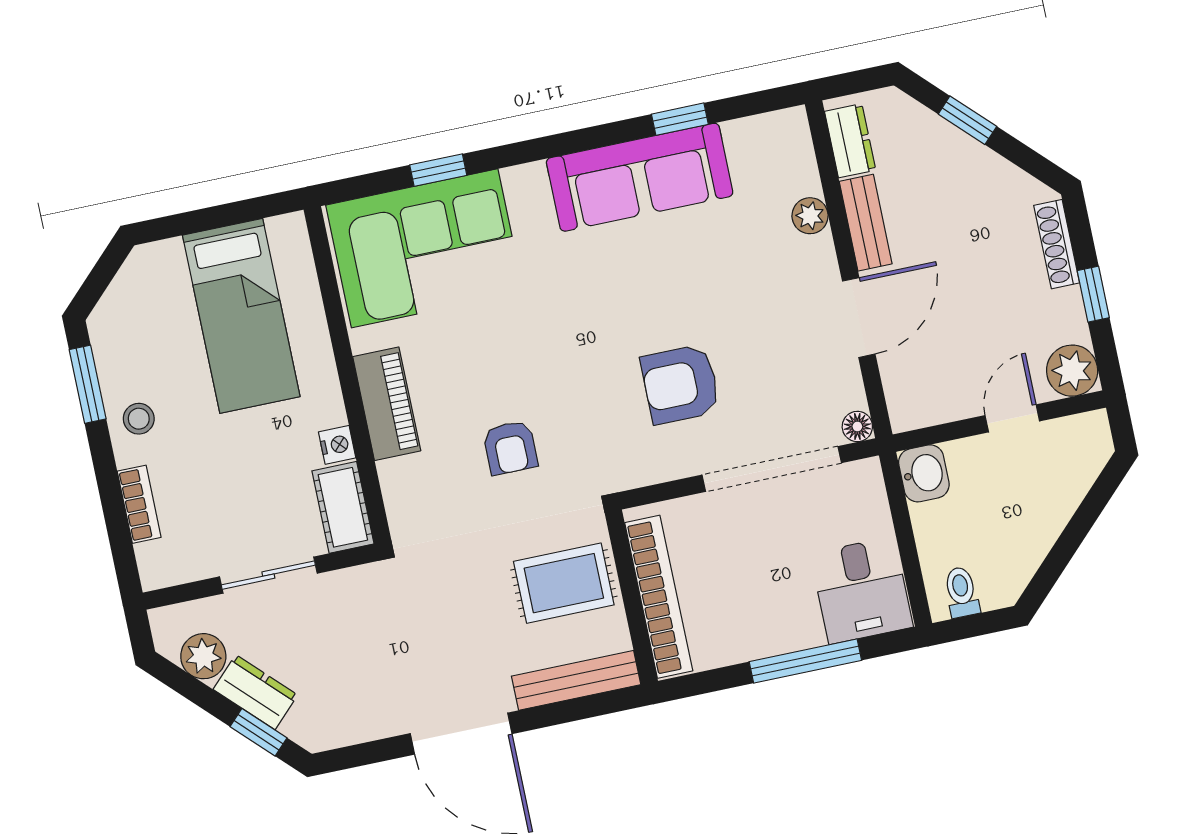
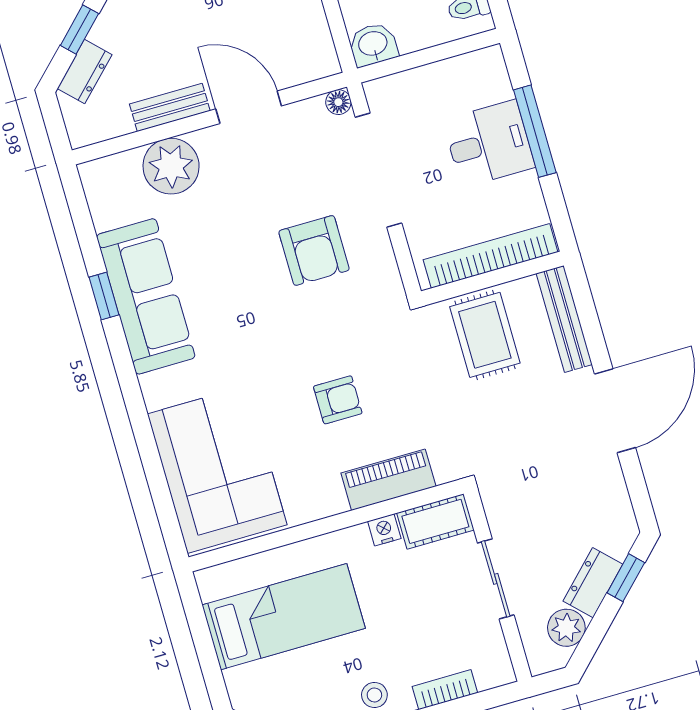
window: (680, 119) -> (104, 296), moved
dresser: (850, 141) -> (85, 72), moved, turned 135
window: (438, 170) -> (152, 463), removed
plant: (810, 216) -> (171, 166), width x1.88, depth x1.88
piano: (387, 404) -> (388, 480), moved
armchair: (510, 448) -> (338, 400), moved
desk: (862, 590) -> (489, 144), moved

